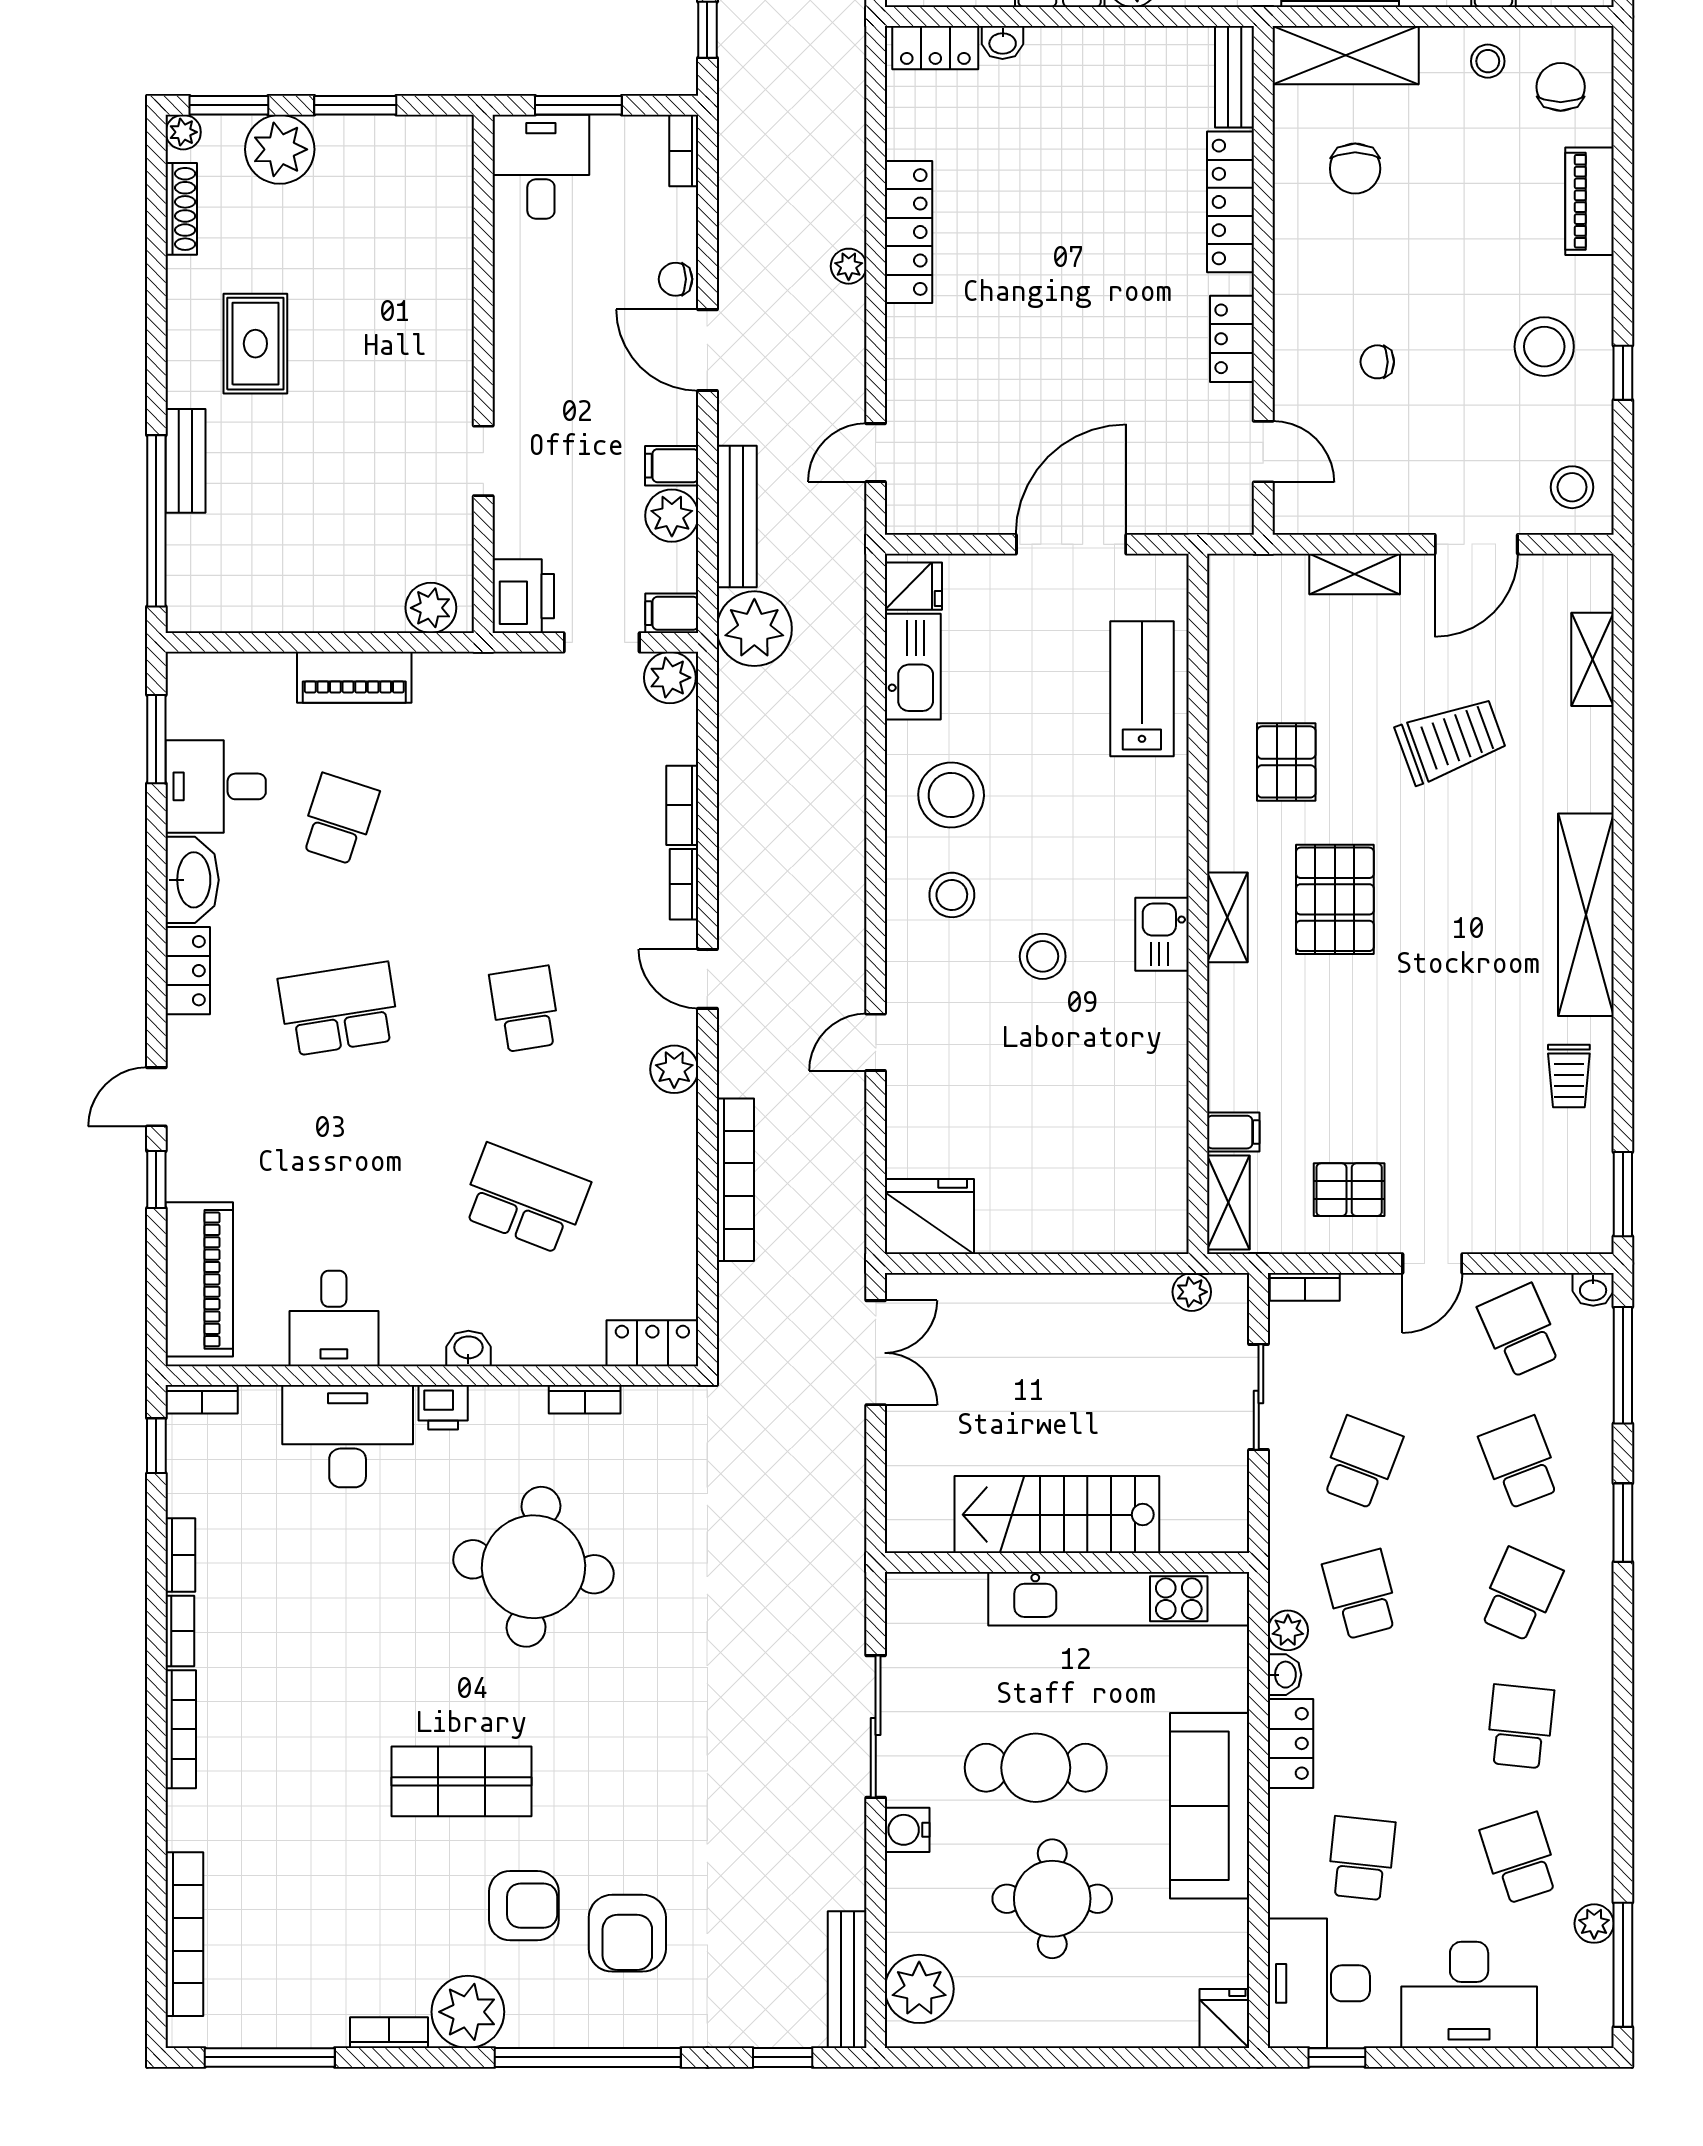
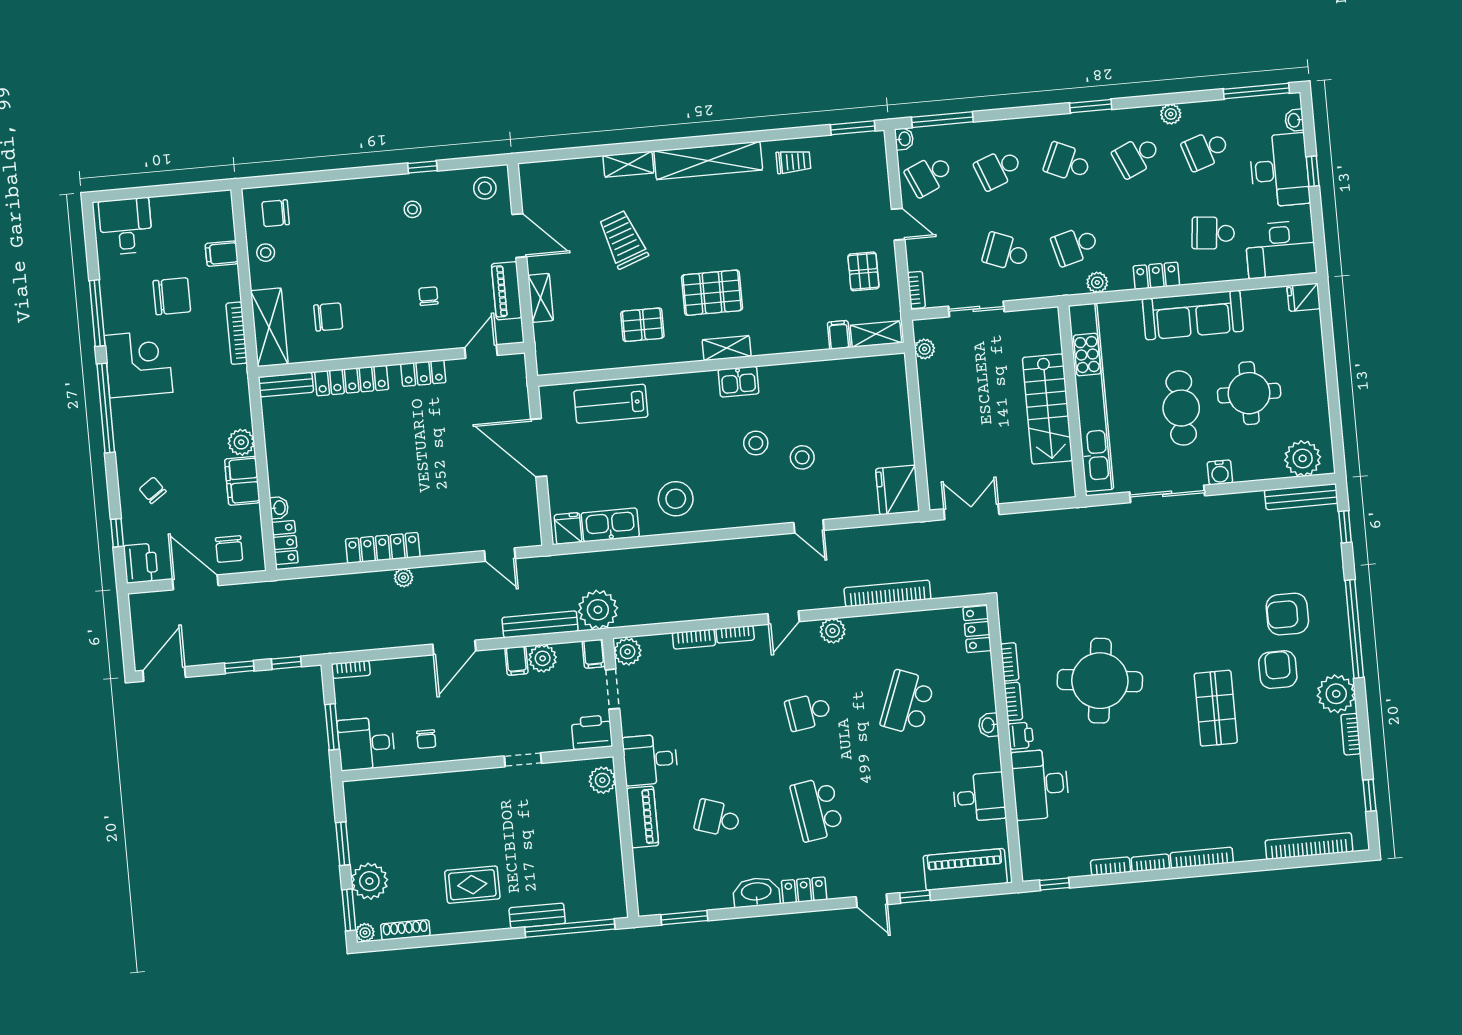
piano: (1589, 201) -> (507, 291), moved, turned 90
chair: (676, 279) -> (426, 739), moved
stool: (1544, 347) -> (412, 209), width x0.53, depth x0.53
chair: (1377, 362) -> (428, 296), turned 180
shelving: (1592, 659) -> (628, 164), moved
desk: (216, 786) -> (650, 760), moved, turned 90
stool: (952, 895) -> (802, 457), moved
bookcase: (202, 1399) -> (1013, 701), moved
window: (1623, 1523) -> (1091, 106), moved
kitchen unit: (1119, 1599) -> (1091, 397), width x1.36
washbasin: (1284, 1675) -> (1294, 120), moved, turned -90
school desk: (1520, 1726) -> (1136, 156), turned -30
plant: (1594, 1924) -> (1171, 114), moved
armchair: (627, 1933) -> (1287, 614), turned 180
window: (270, 2057) -> (1369, 795), width x0.46
window: (1337, 2057) -> (1313, 171), moved

